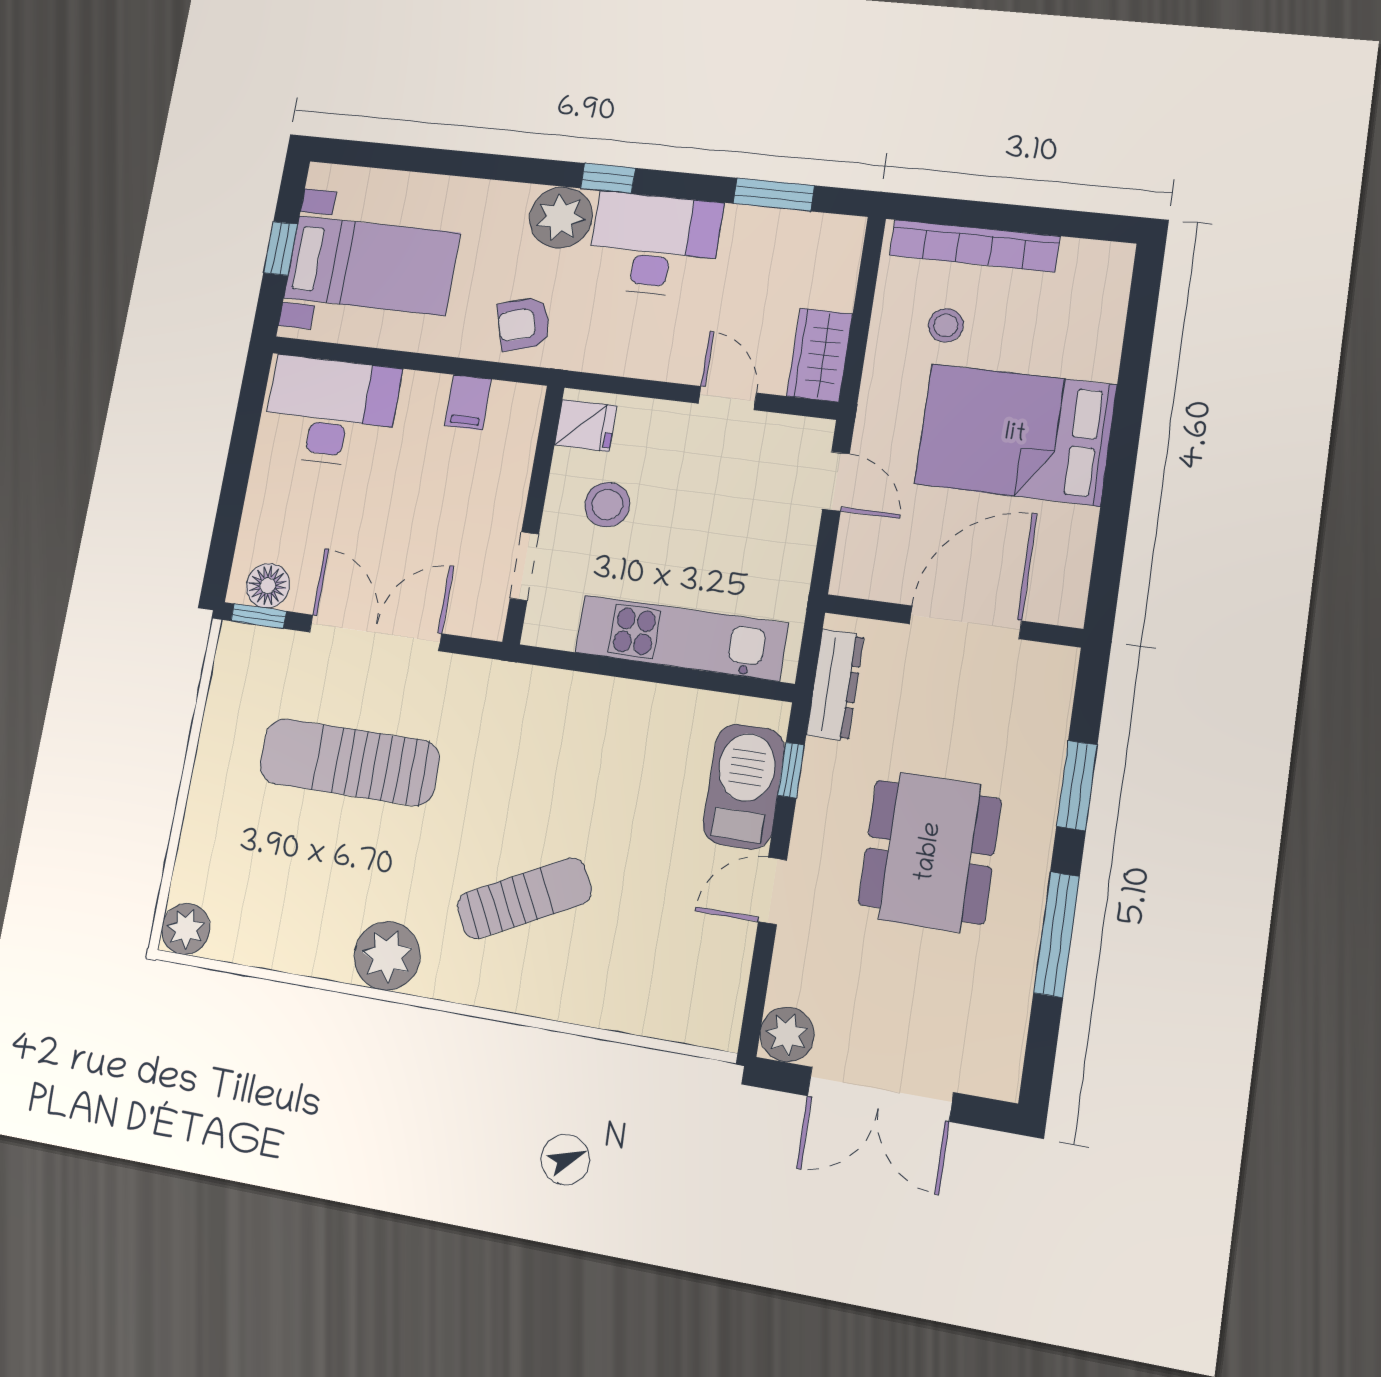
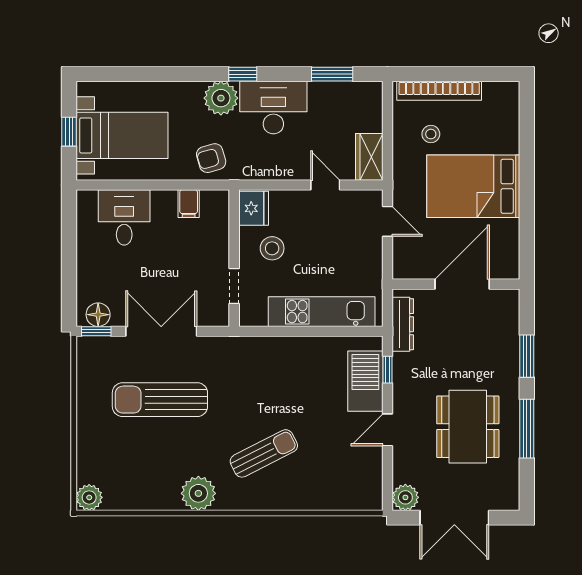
desk: (331, 411) -> (124, 217), width x0.73
fridge: (586, 425) -> (254, 208), width x1.38
dining table: (930, 852) -> (468, 427), moved

